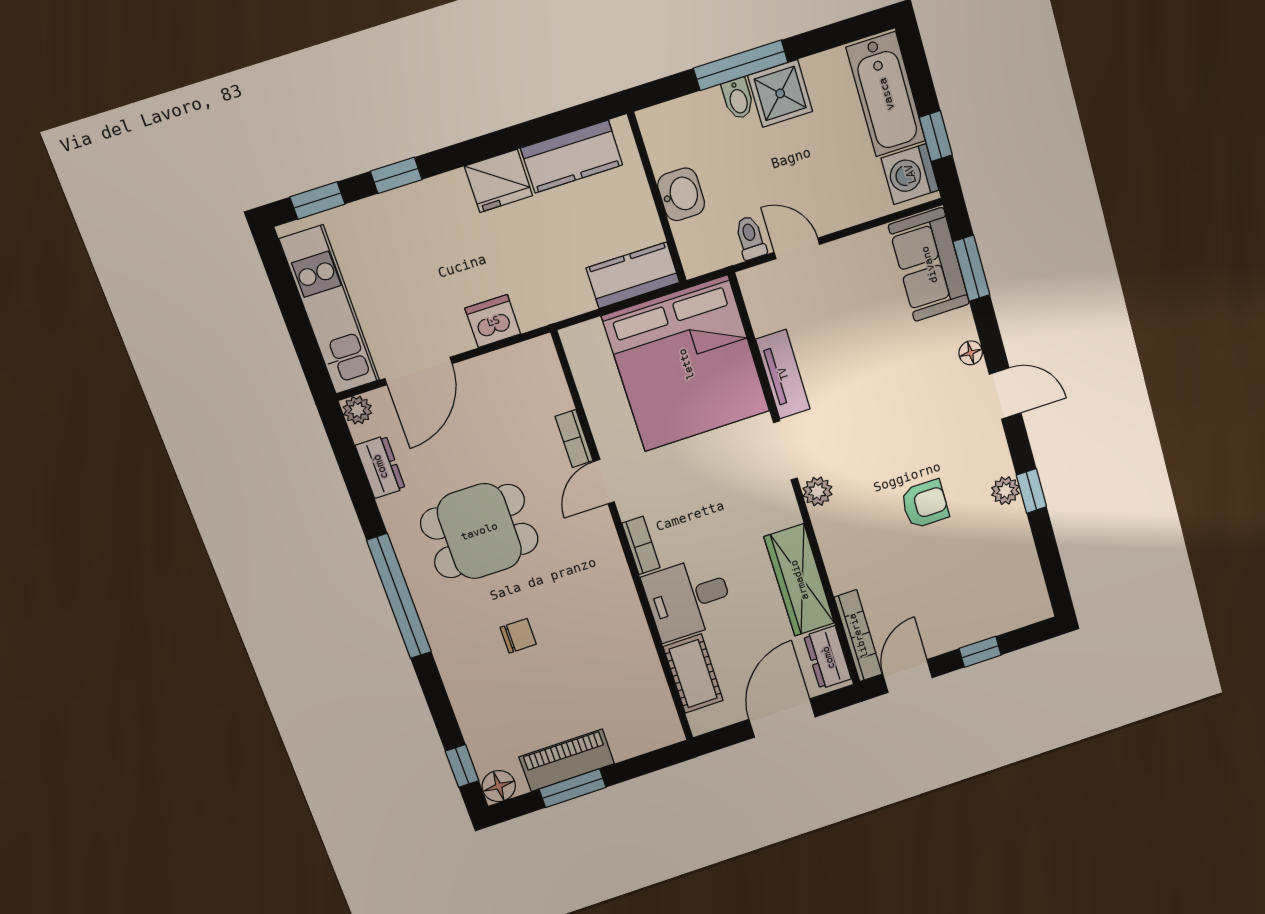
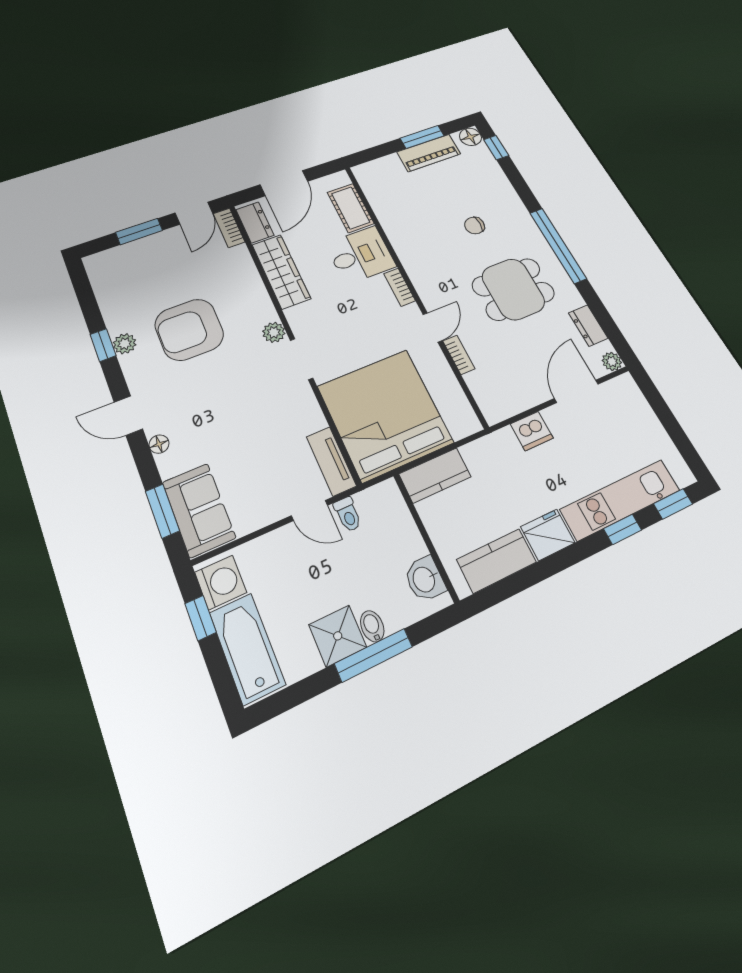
washbasin: (681, 194) -> (425, 579), moved
kitchen unit: (330, 310) -> (620, 500), moved, turned 90
tv unit: (783, 374) -> (331, 461), moved
armchair: (925, 504) -> (189, 330), width x1.88, depth x1.88
bookcase: (858, 636) -> (229, 228), width x0.64
window: (980, 652) -> (139, 231), width x1.50

